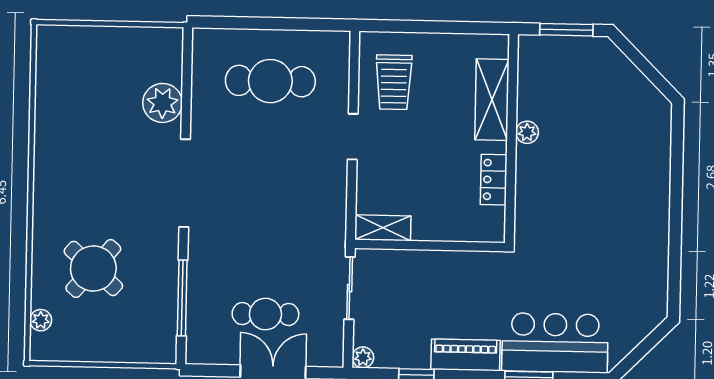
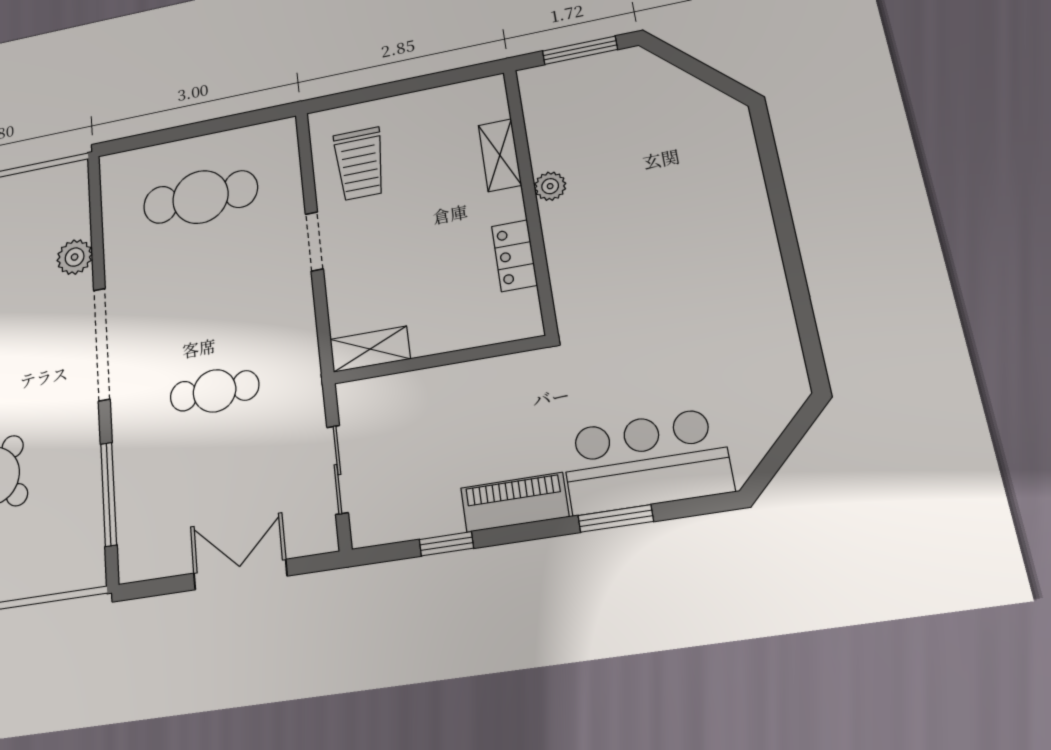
shelving: (492, 100) -> (500, 155), width x0.67, depth x0.75
plant: (162, 103) -> (75, 257), width x0.73, depth x0.73
sliding door: (350, 288) -> (337, 470), moved
cafe table: (265, 314) -> (215, 391), moved
plant: (363, 357) -> (365, 532), removed

